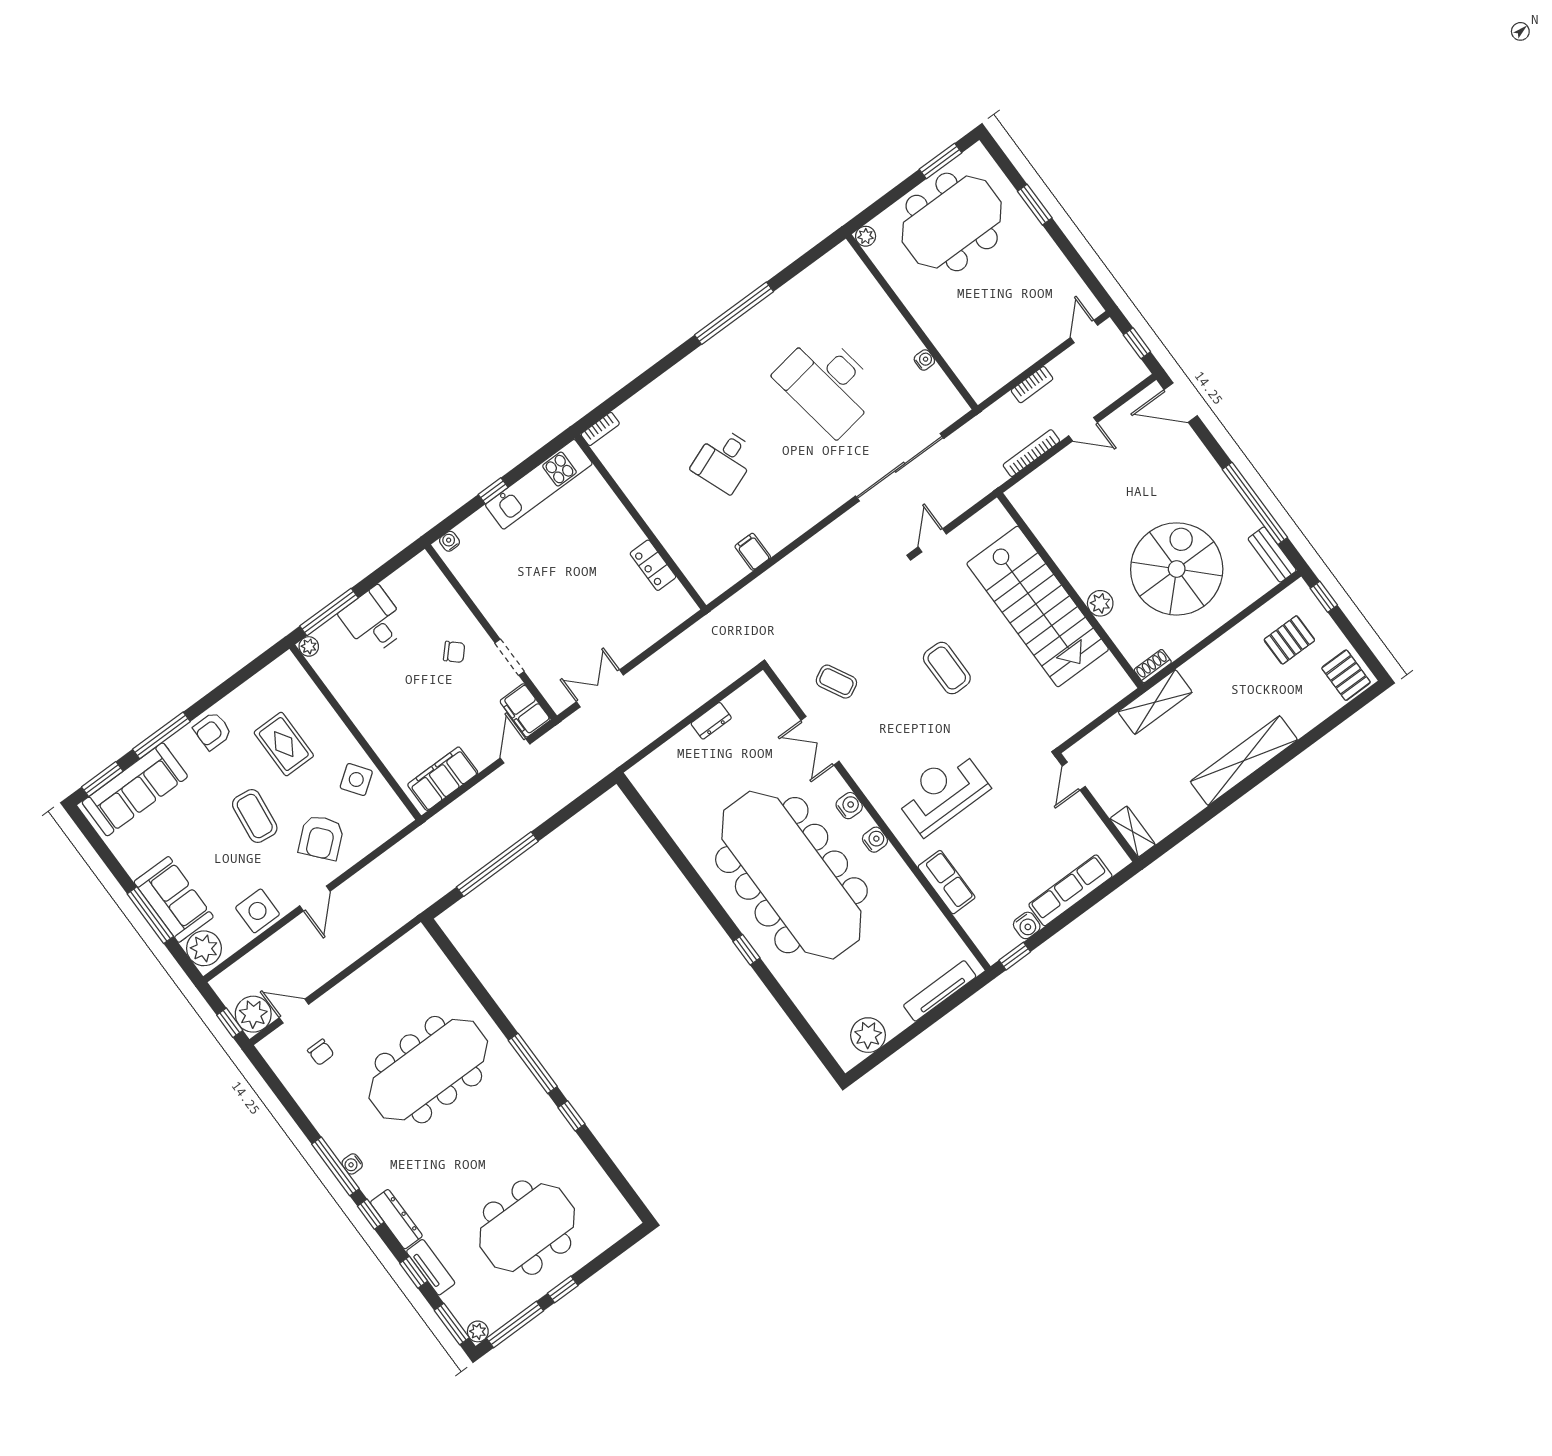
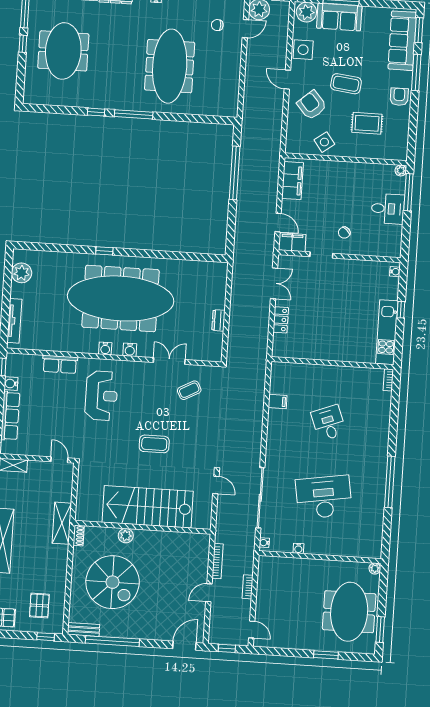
water cooler: (955, 412) -> (264, 543), added
locker: (653, 565) -> (281, 320), moved, turned 90

